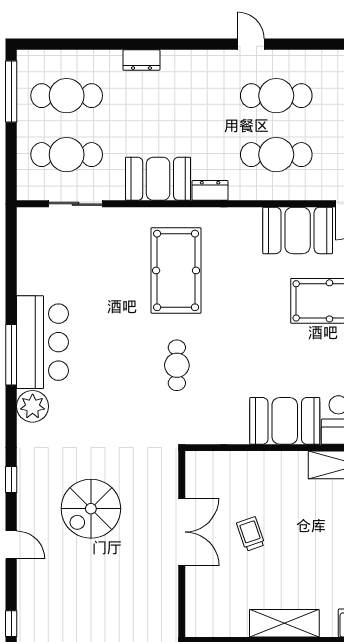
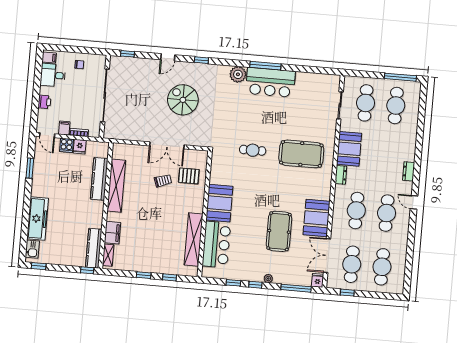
door: (251, 44) -> (414, 202), swing flipped
dresser: (141, 60) -> (409, 171), moved
pallet: (237, 485) -> (189, 176), added
shelving: (284, 623) -> (116, 186), width x1.47

